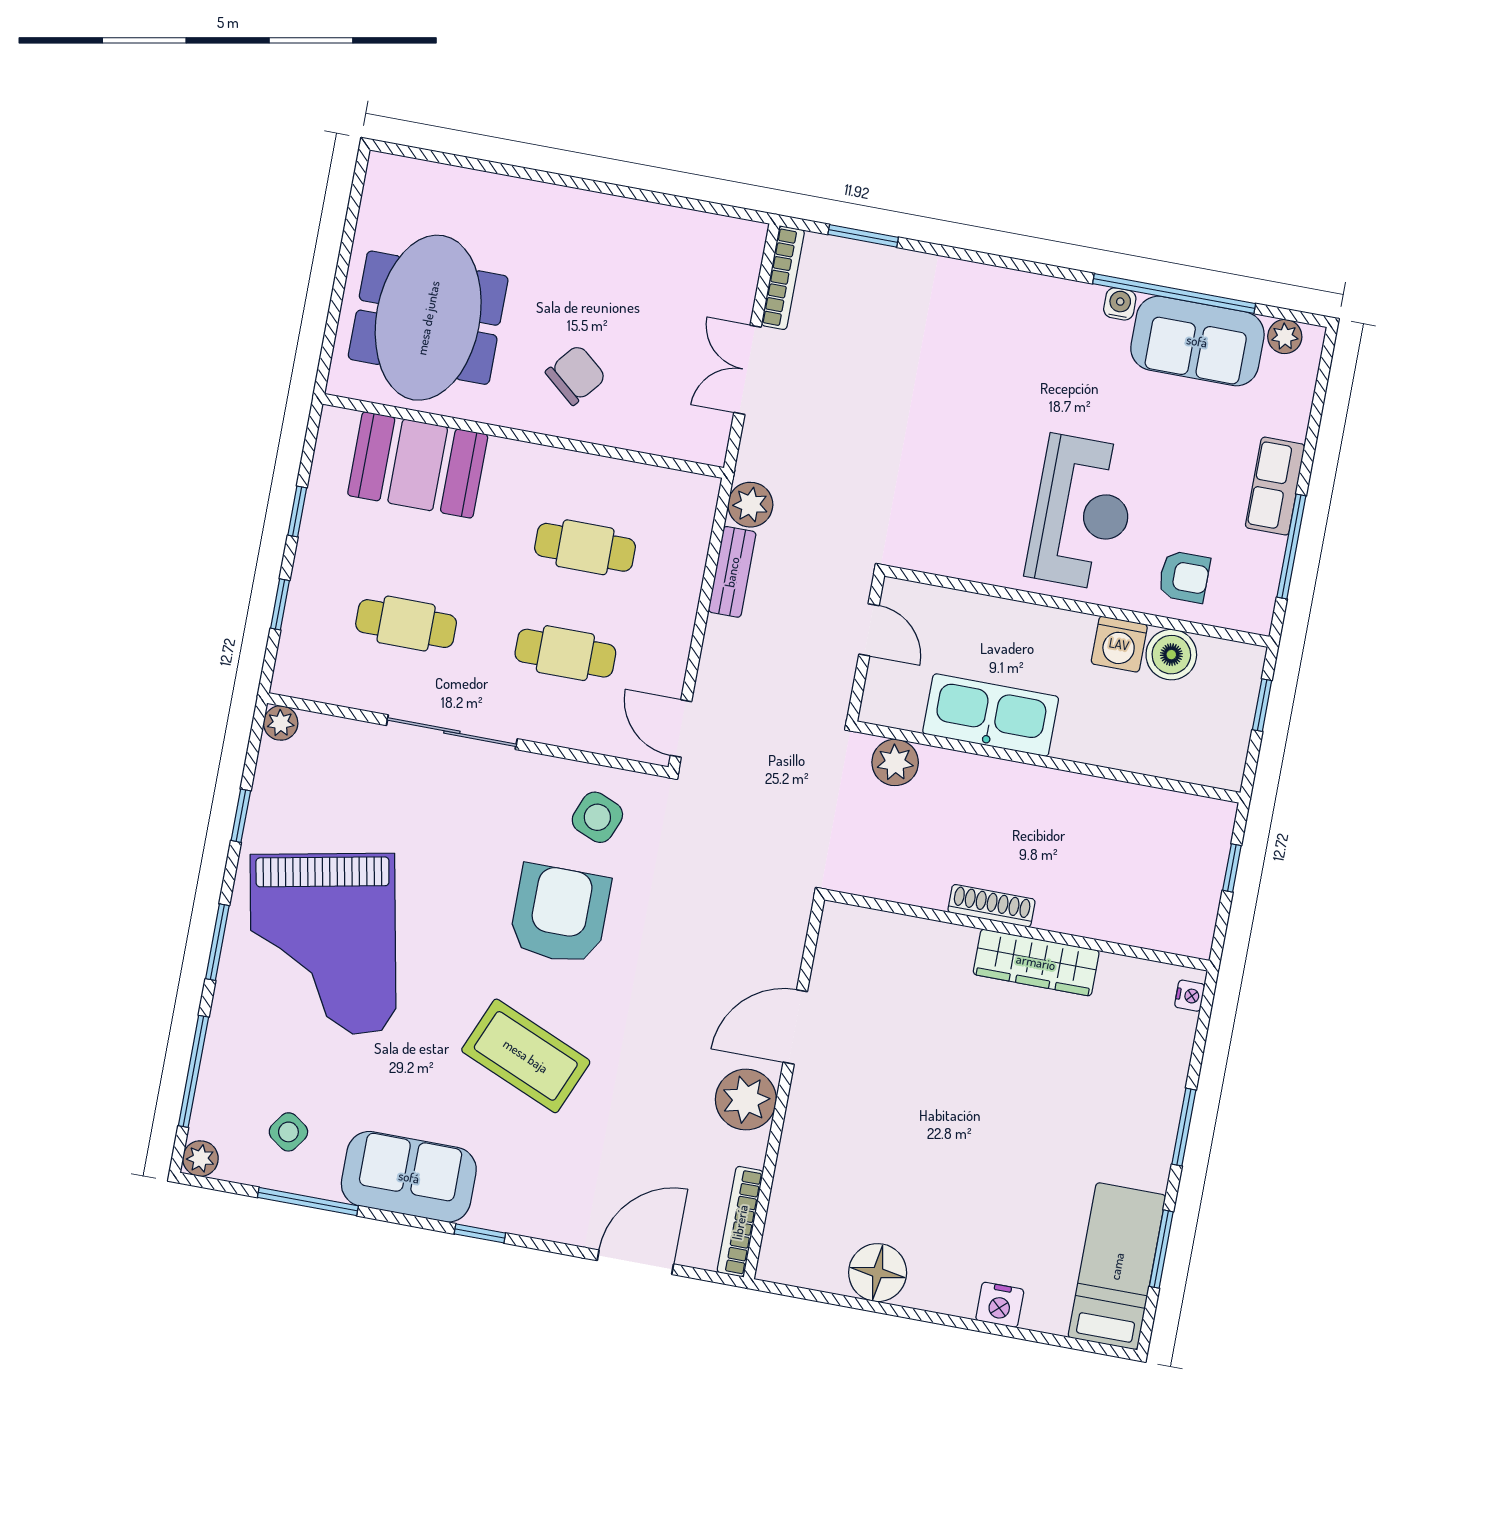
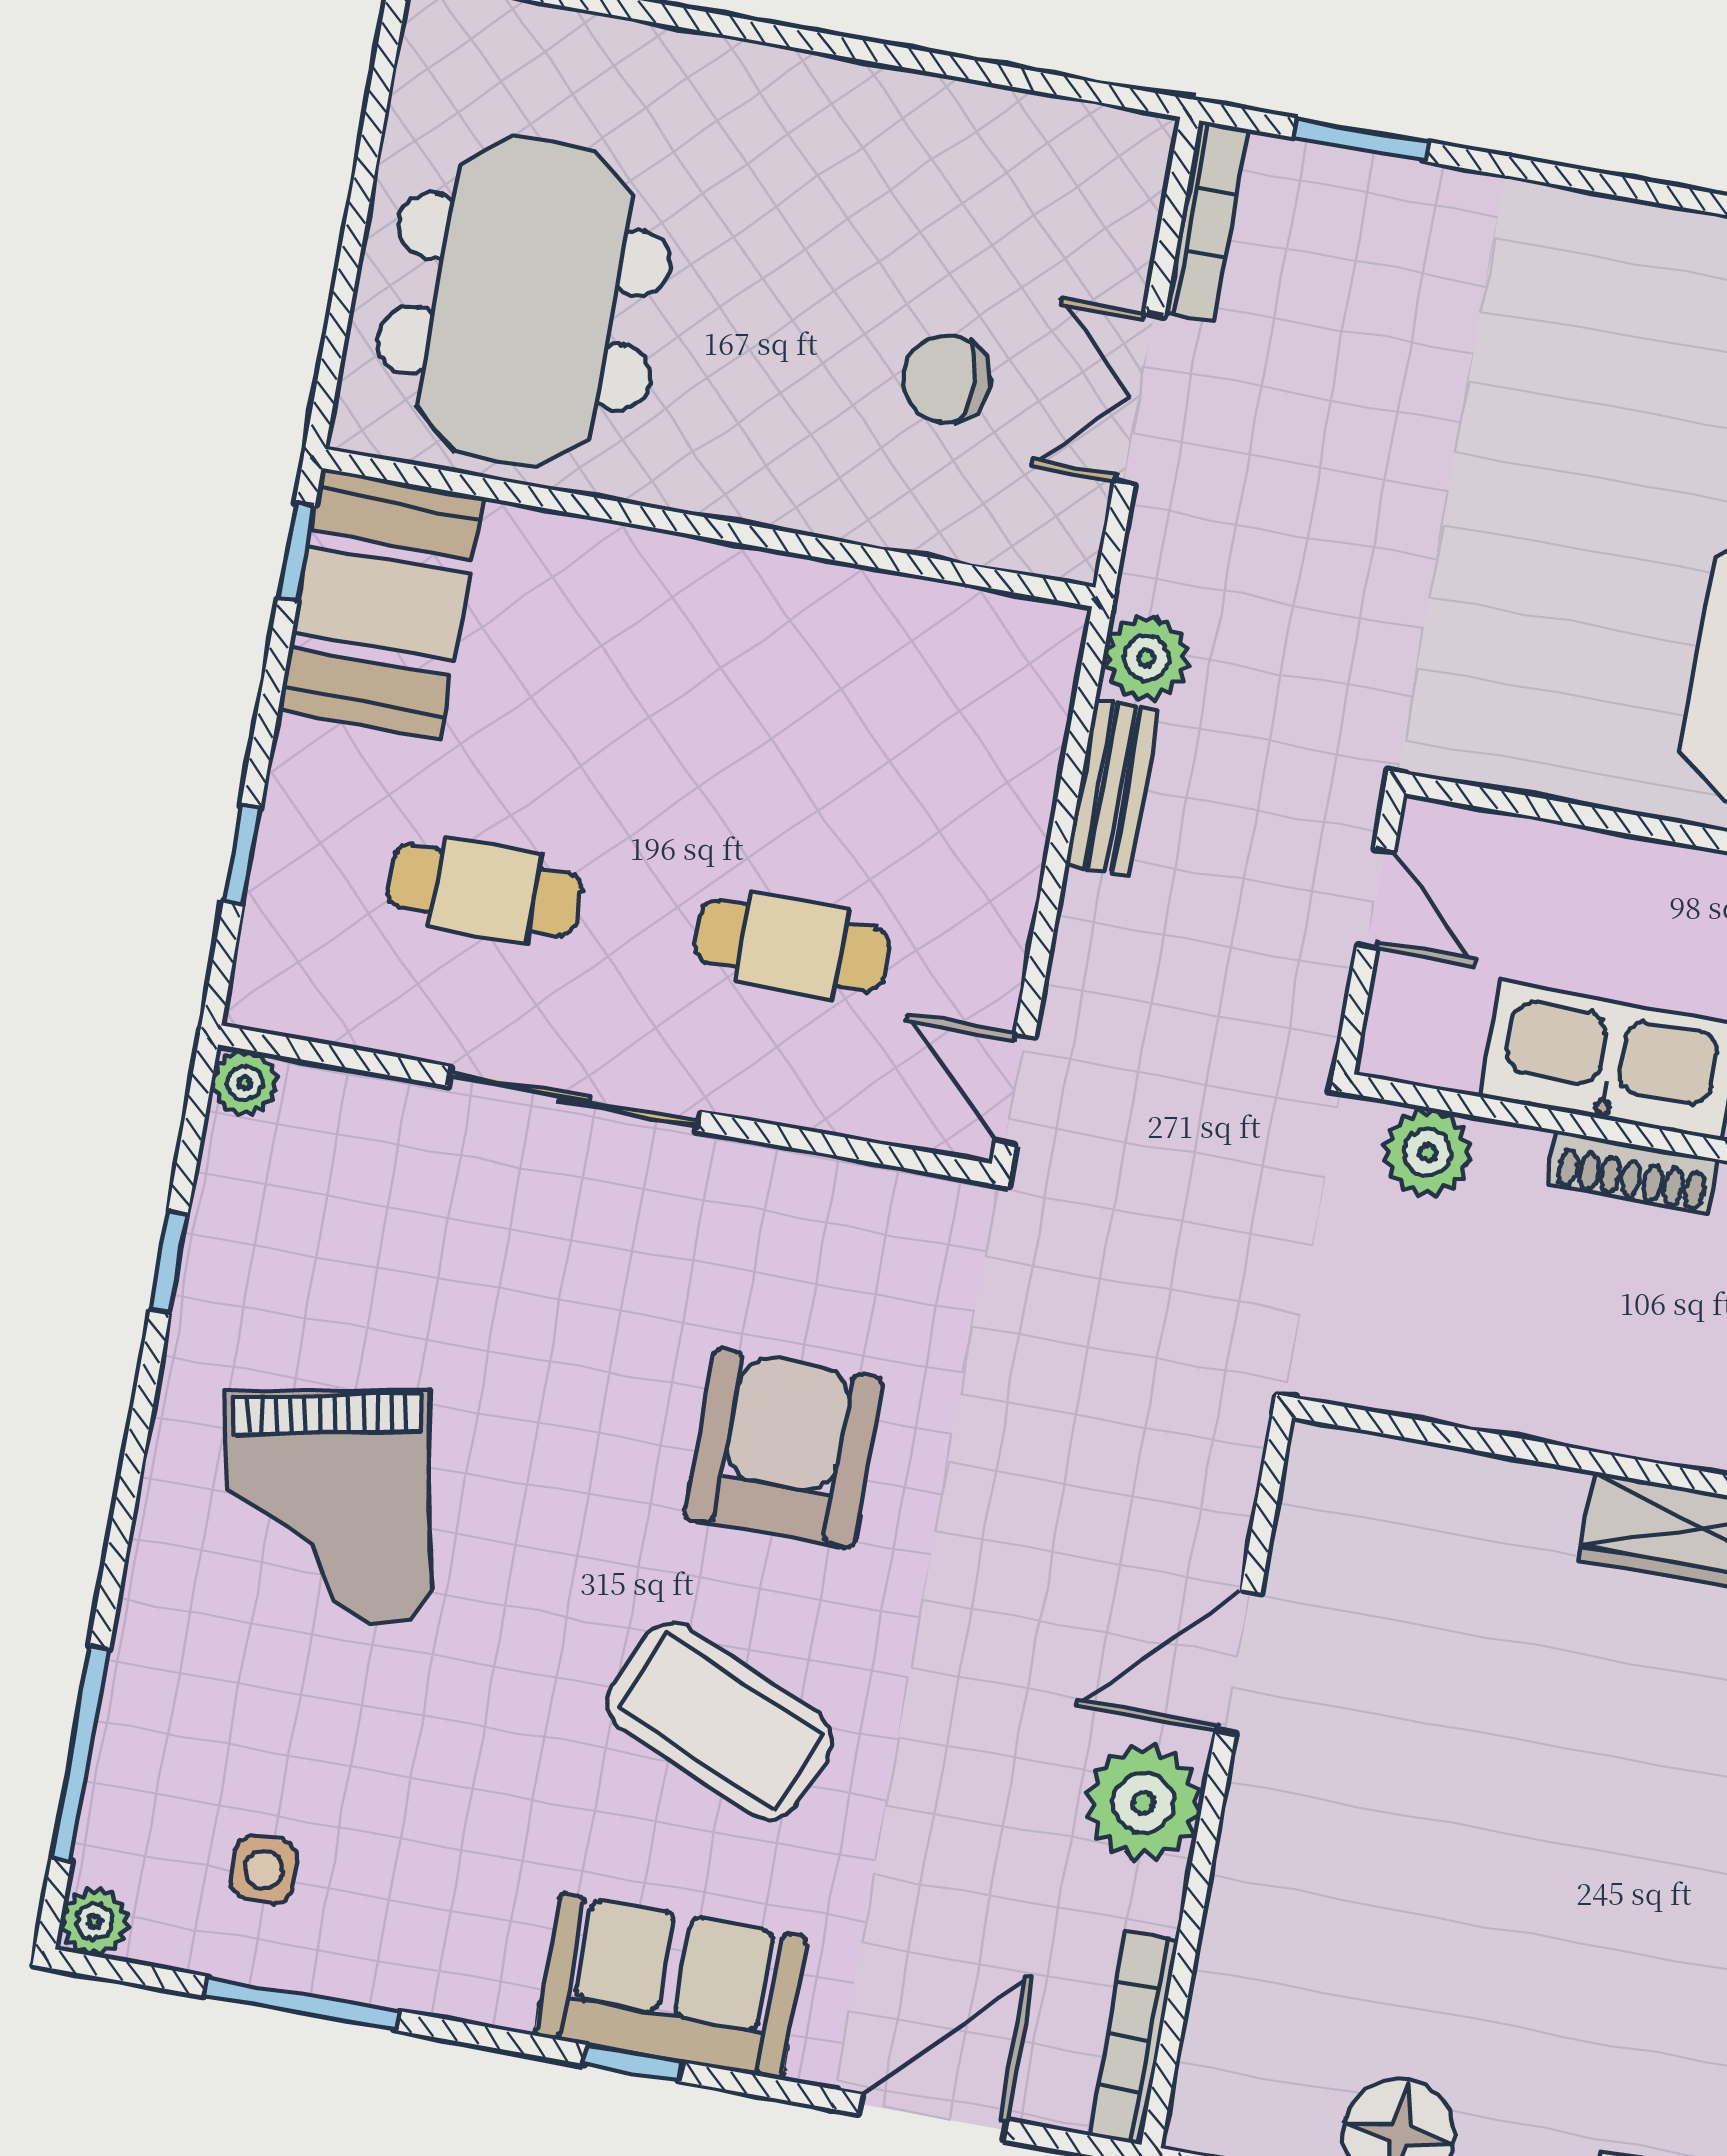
chair: (576, 375) -> (946, 379), moved, turned -130
booth: (418, 465) -> (381, 603), moved, turned 90
window: (297, 511) -> (297, 551), moved
cafe table: (585, 547) -> (828, 742), removed
side table: (597, 817) -> (855, 1261), removed
shoe rack: (991, 906) -> (1633, 1172), moved, turned 180
window: (217, 942) -> (125, 1505), removed
grand piano: (323, 944) -> (328, 1508), width x0.73, depth x0.68
side table: (288, 1132) -> (264, 1870), turned -35
sofa: (409, 1177) -> (671, 1986), moved

